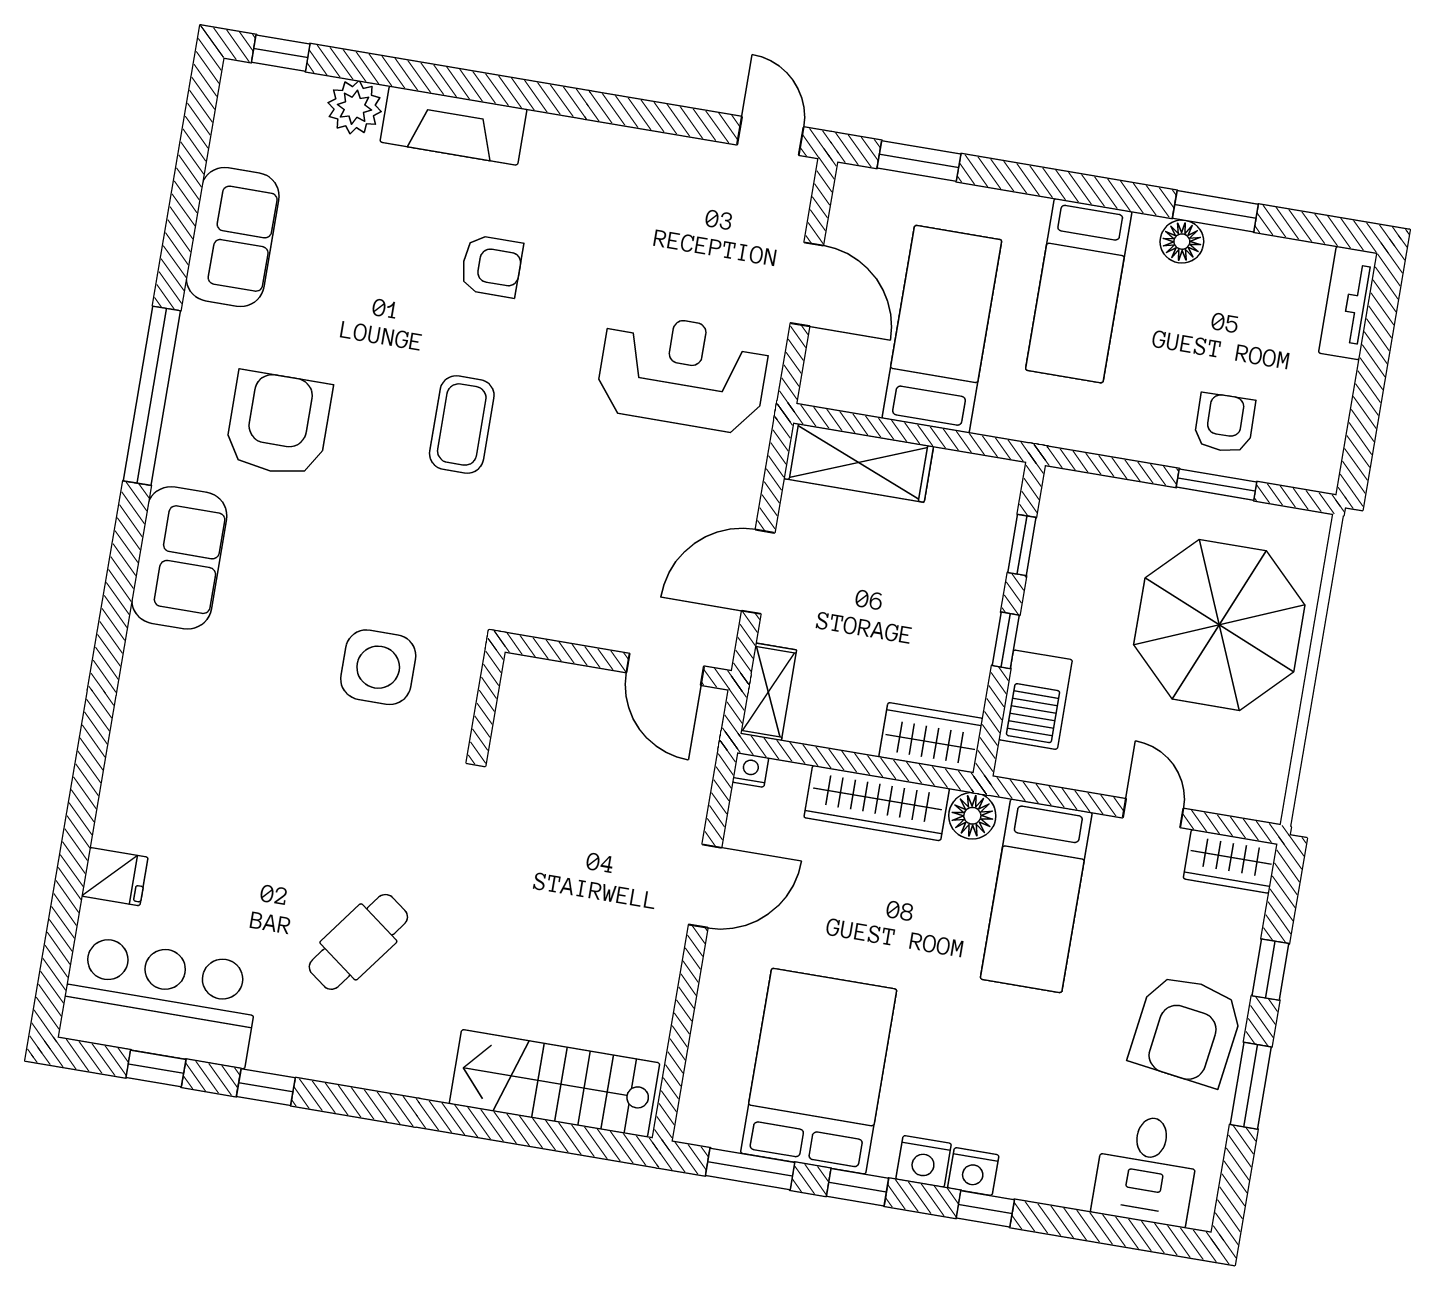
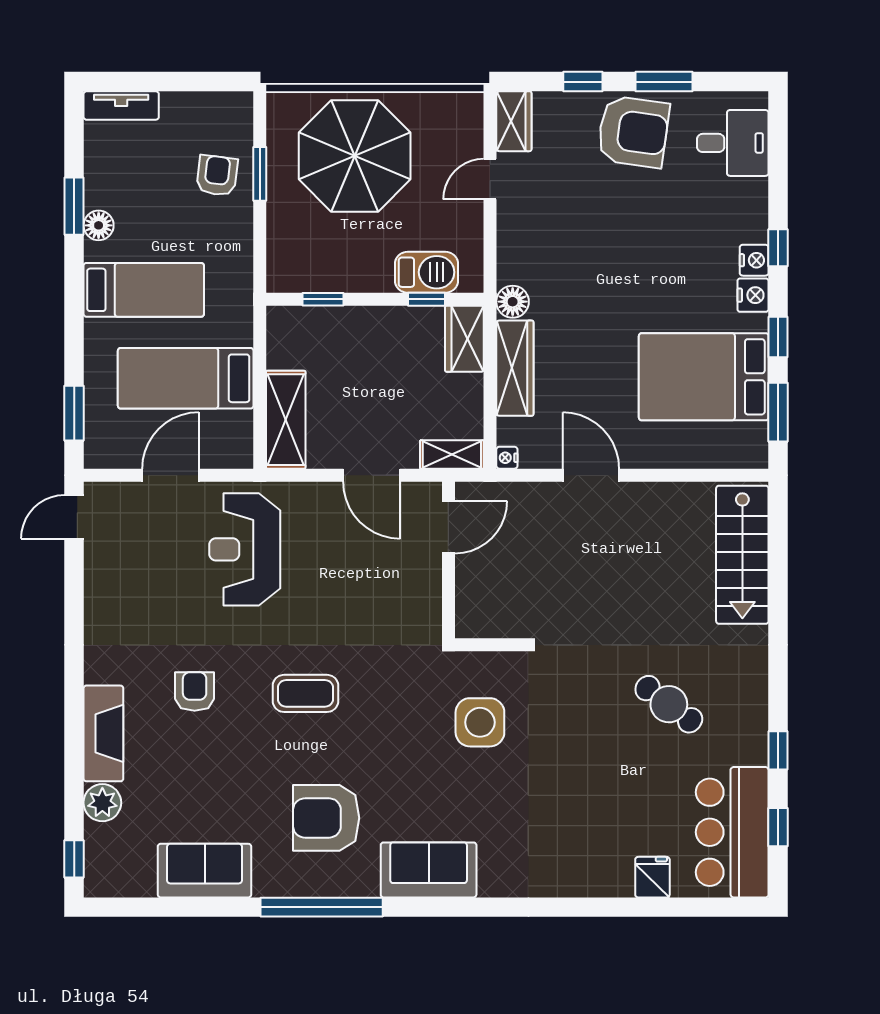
armchair: (1225, 423) -> (217, 176), turned 98
window: (1006, 640) -> (426, 299), moved
bed: (1036, 896) -> (560, 249), removed

